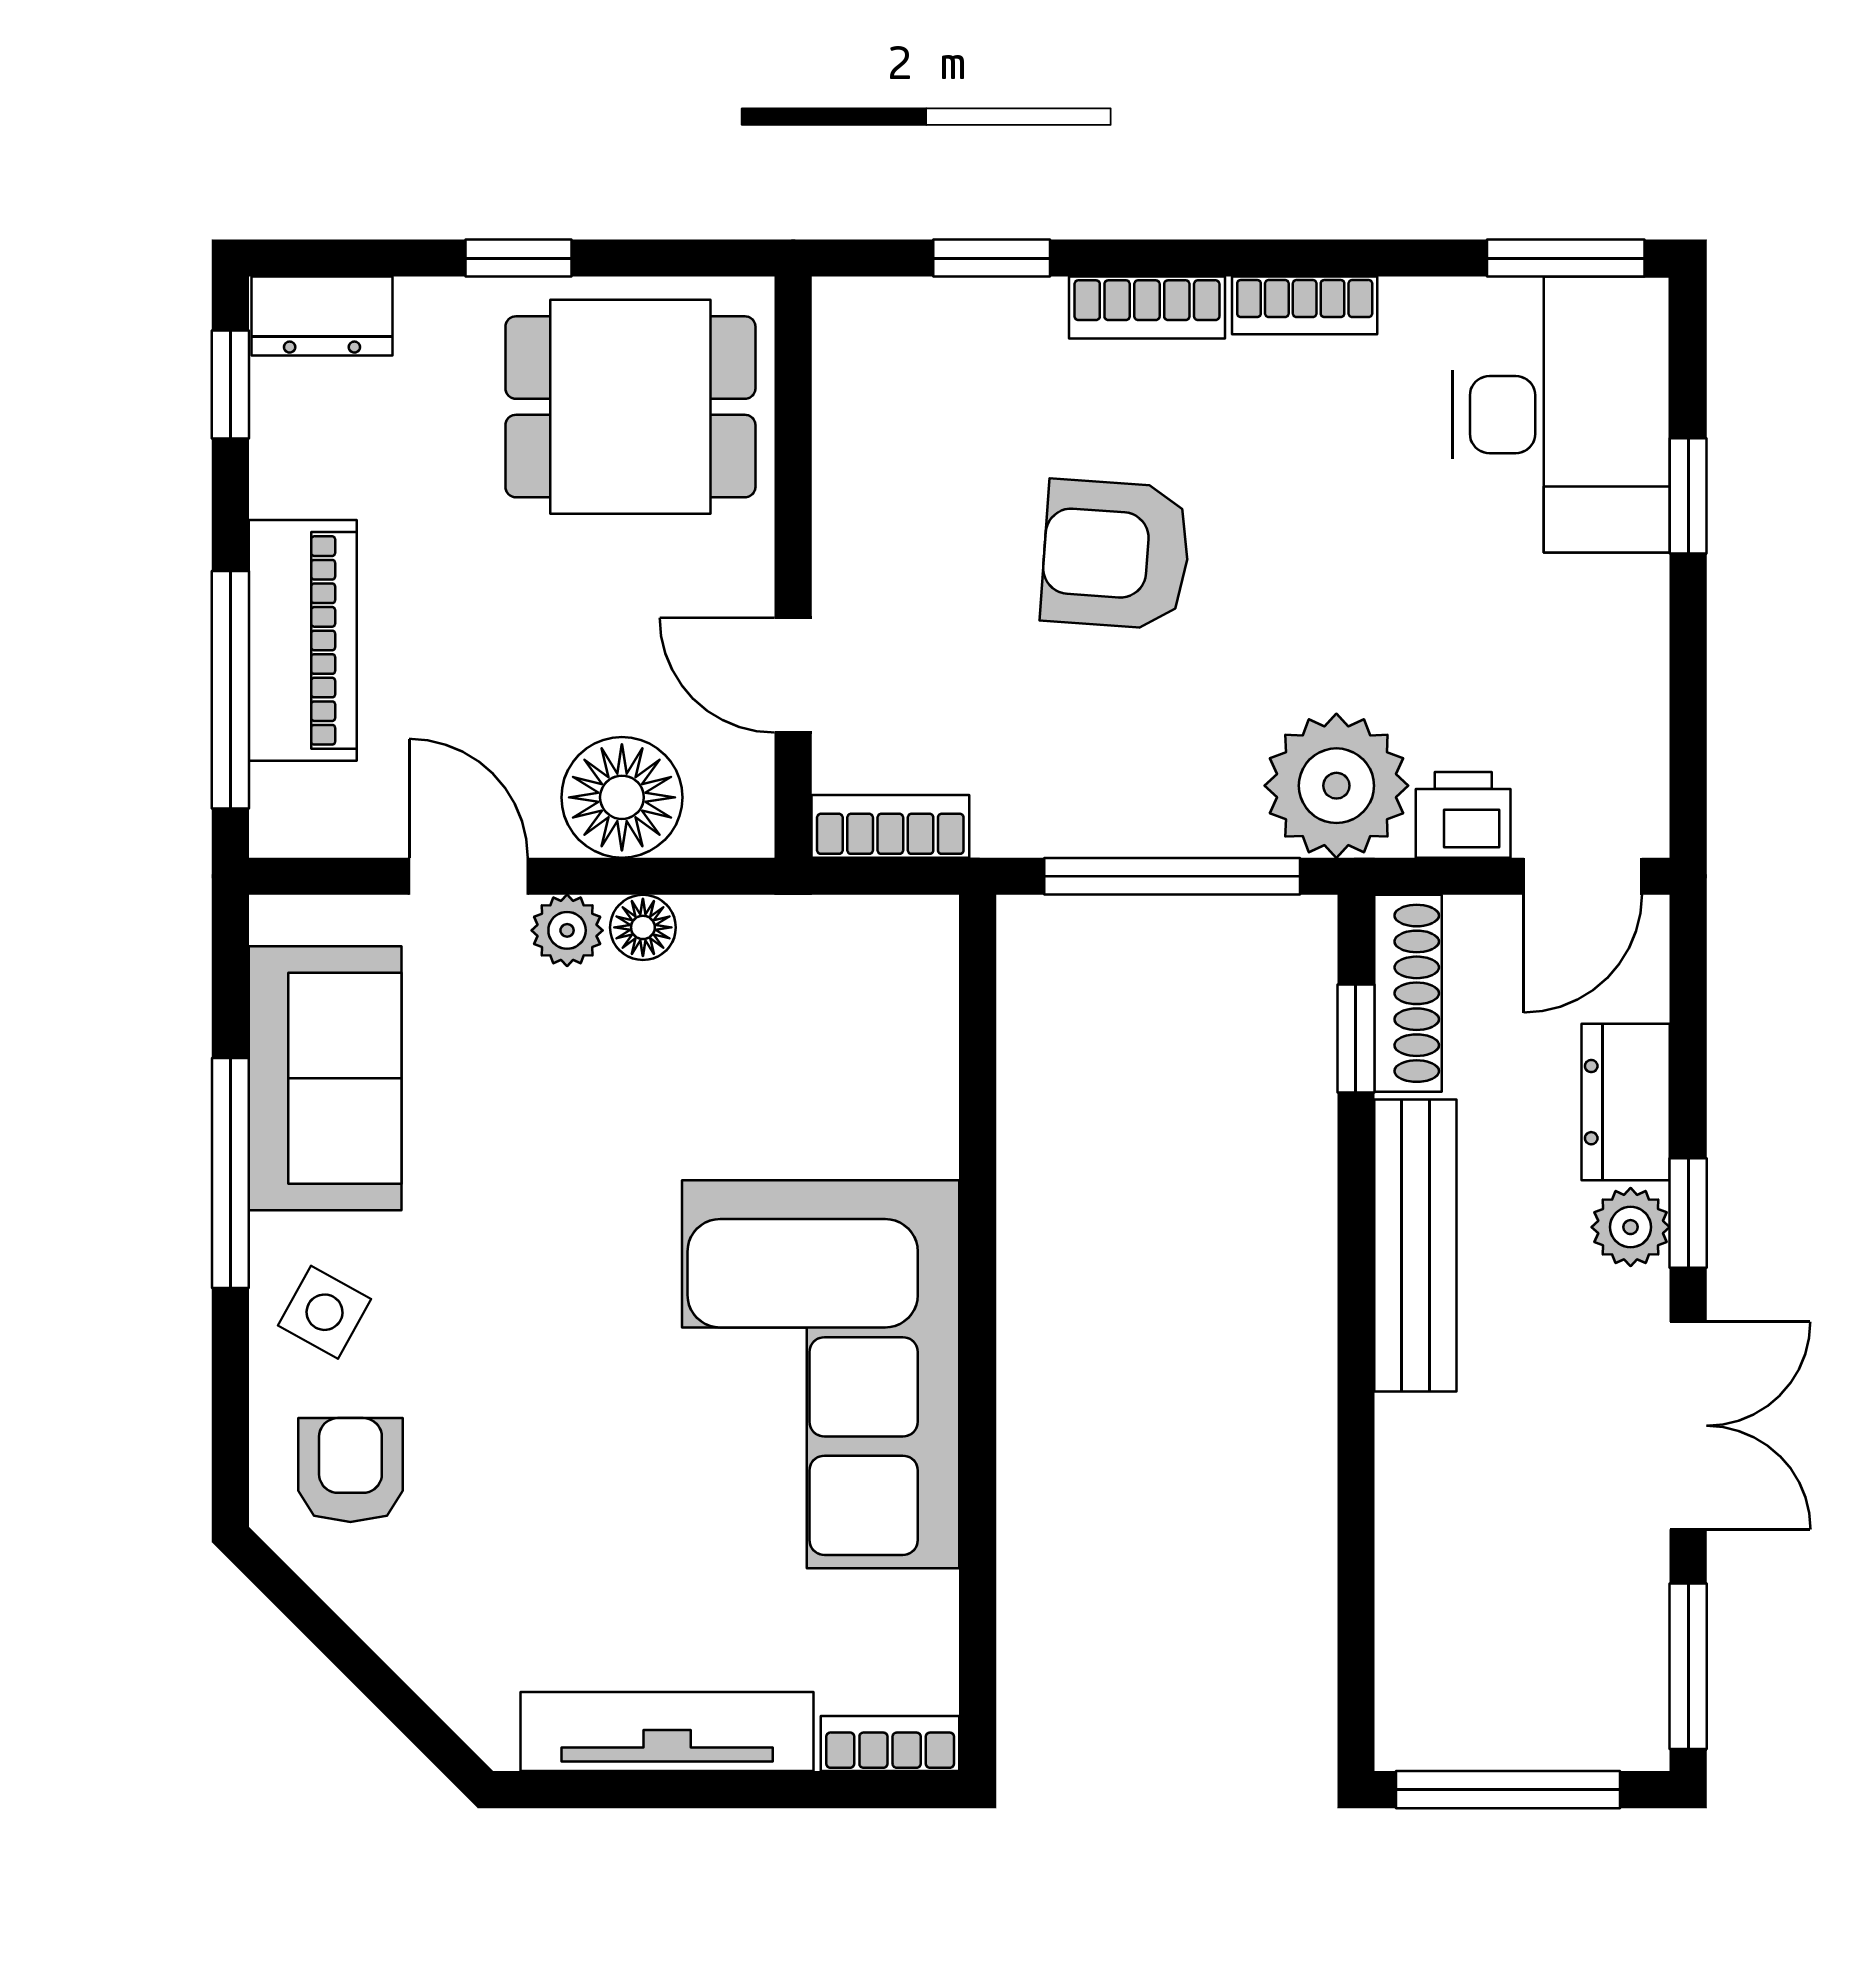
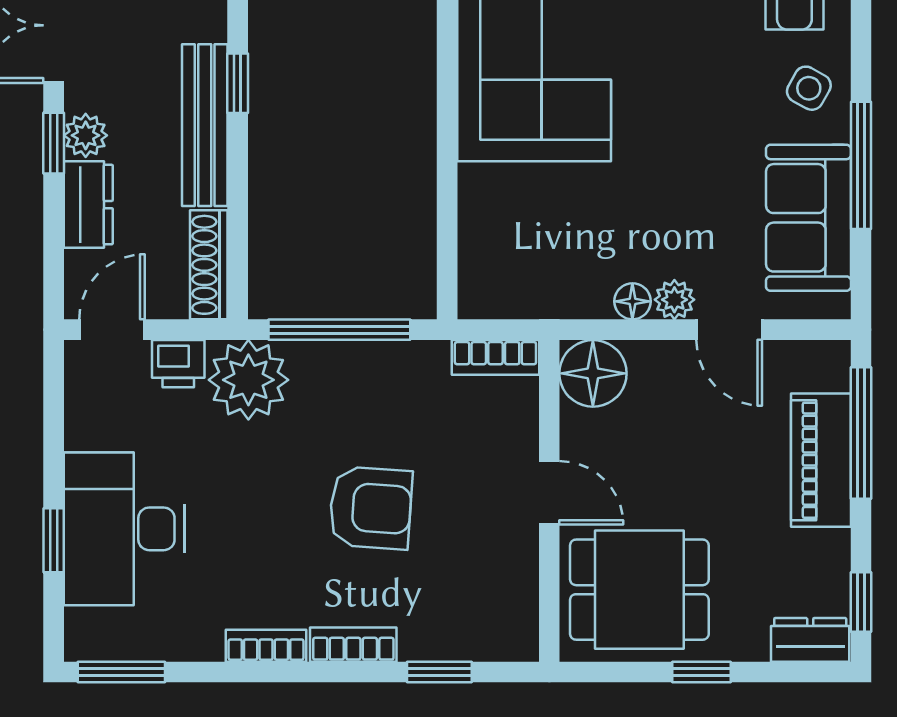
desk: (1561, 415) -> (124, 529), moved
door: (793, 675) -> (549, 493), moved
floor lamp: (622, 797) -> (593, 373), moved
window: (1356, 1039) -> (238, 83), moved

